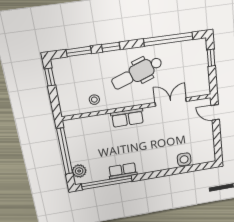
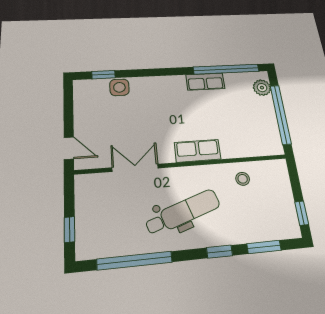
double door: (171, 102) -> (135, 168), swing flipped
window: (196, 168) -> (103, 75), added

